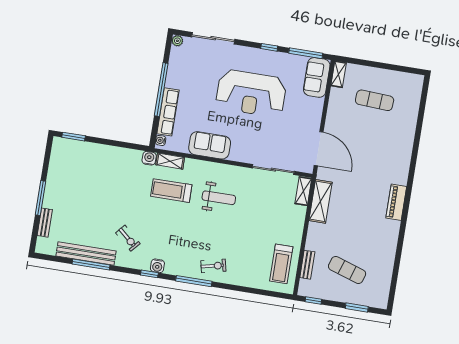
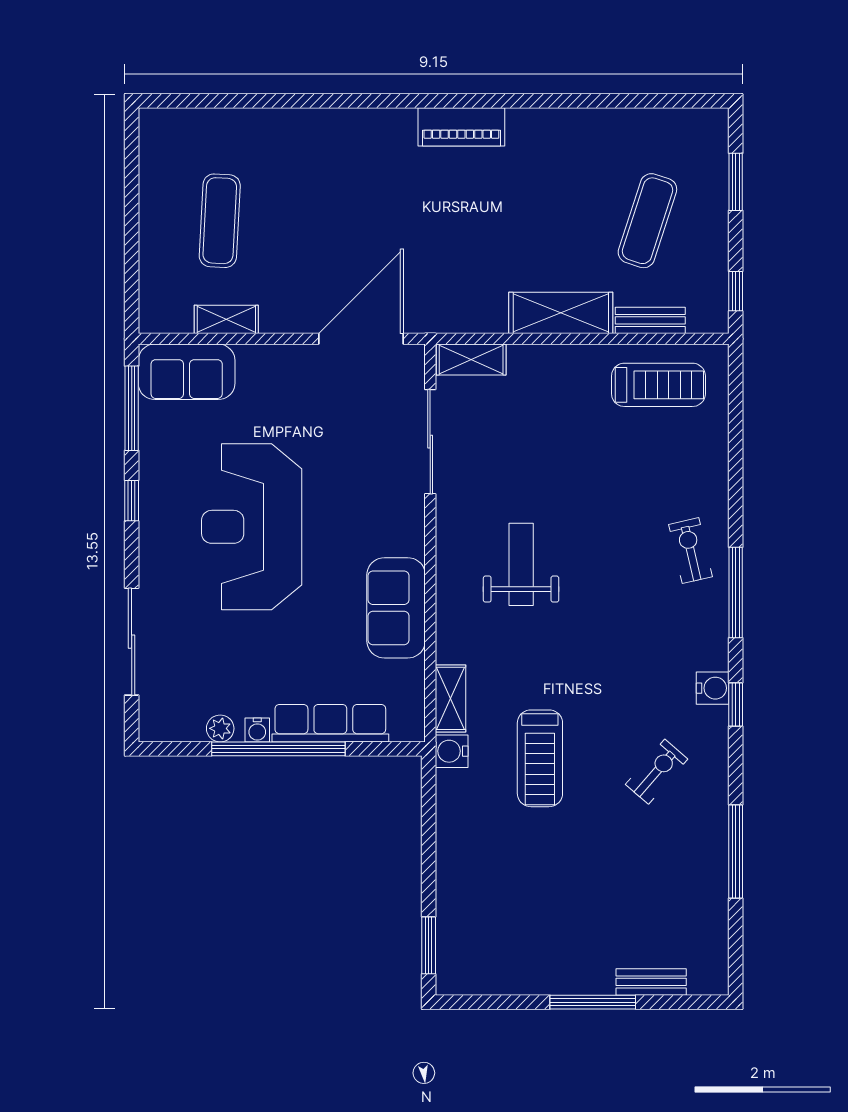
plant: (177, 41) -> (220, 728), moved
shelving: (339, 74) -> (226, 319), moved
reception desk: (251, 93) -> (252, 527), turned 180
water cooler: (161, 140) -> (257, 730), moved
treadmill: (171, 191) -> (540, 758), moved
shelving: (321, 201) -> (561, 313), moved
bench: (86, 253) -> (711, 868), removed

